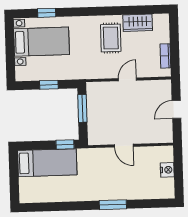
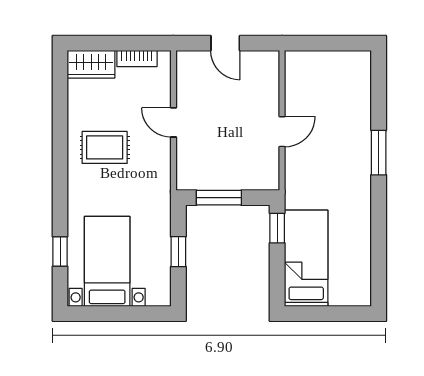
wardrobe: (138, 23) -> (91, 64), moved, turned 90
nightstand: (167, 170) -> (324, 61), removed

